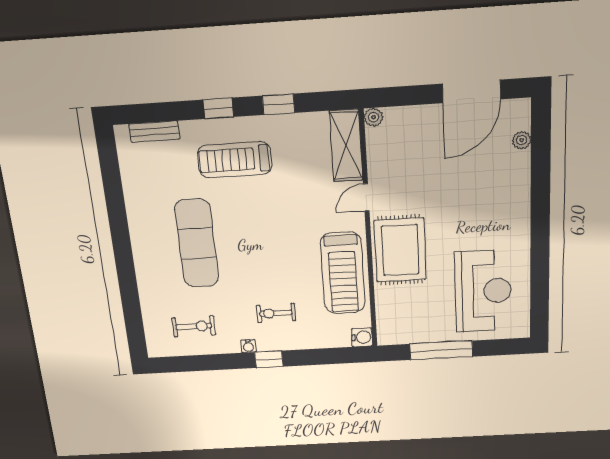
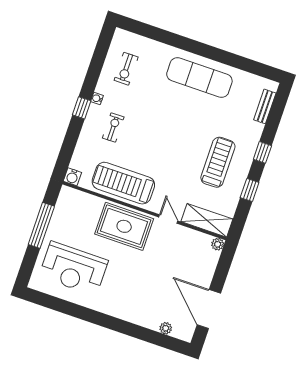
treadmill: (235, 160) -> (218, 162), moved
exercise mat: (197, 243) -> (199, 77), moved

